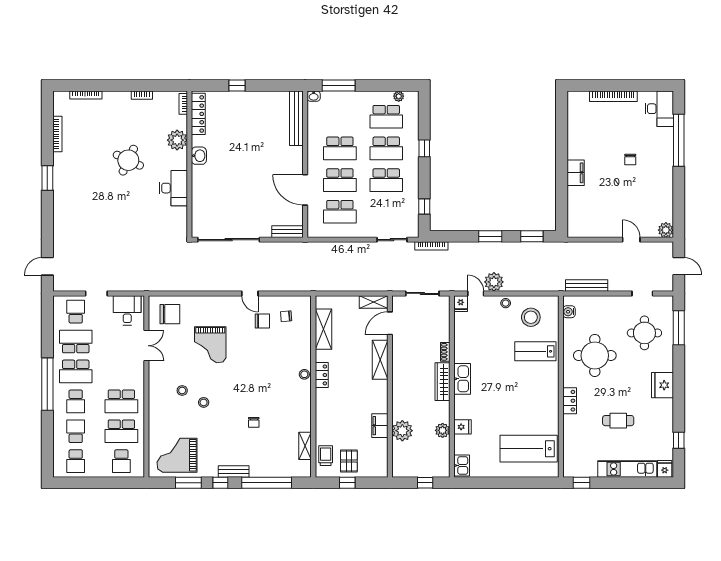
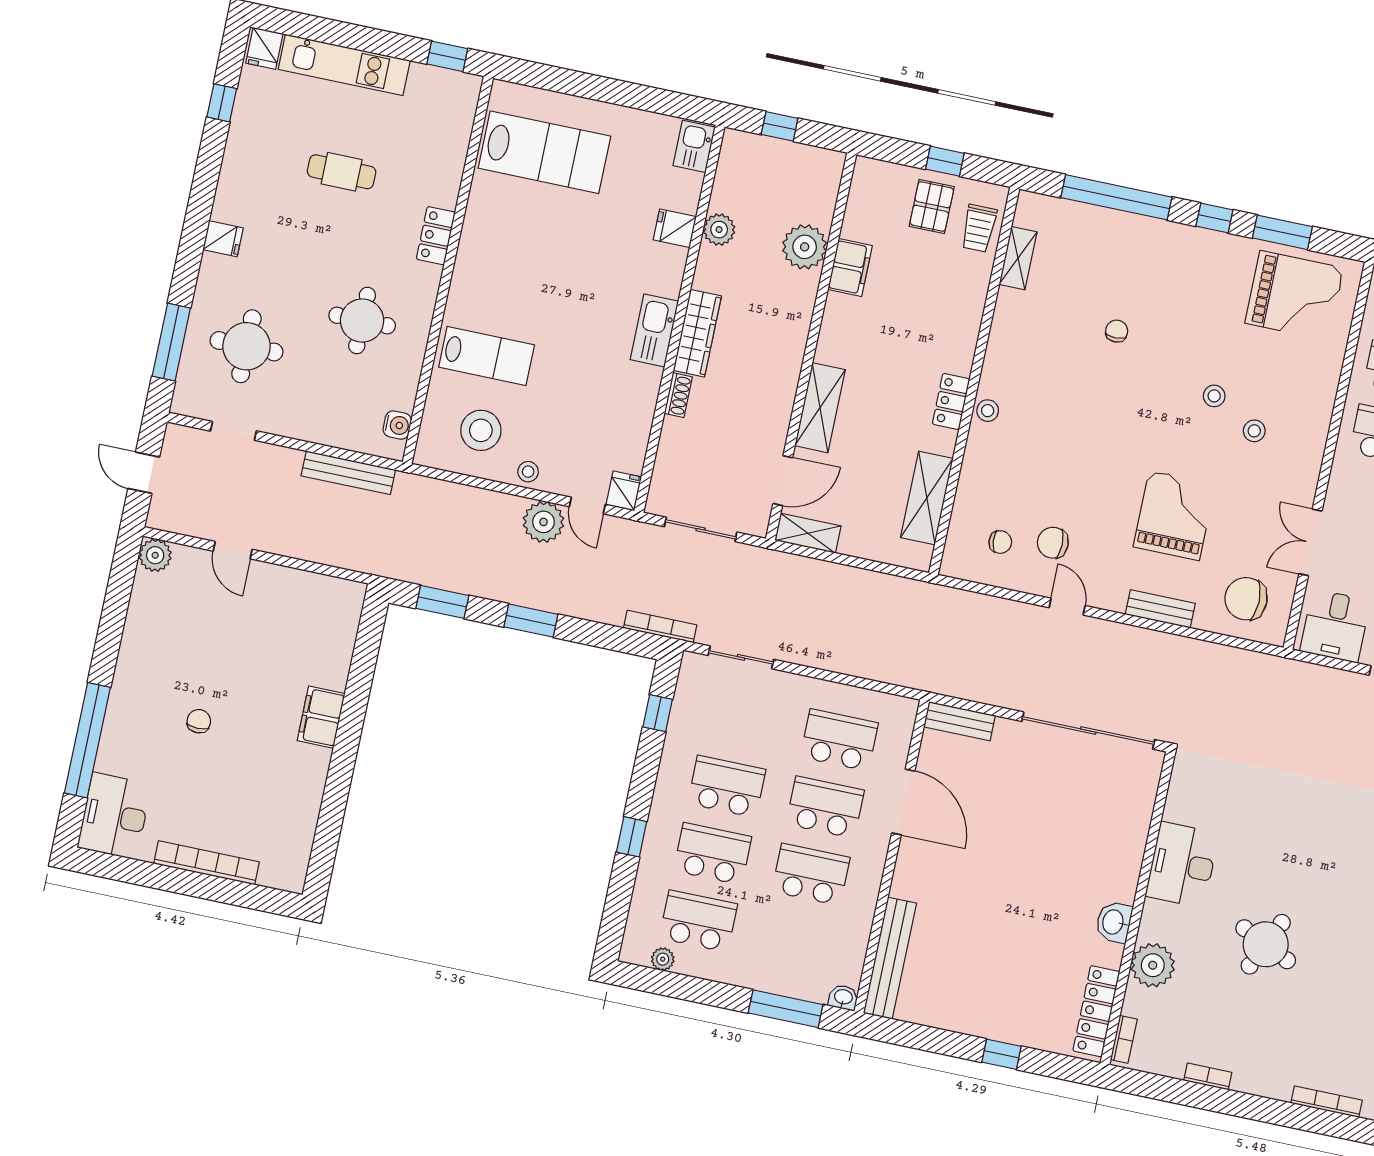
round table: (595, 355) -> (362, 321), width x0.73, depth x0.73
fridge: (662, 385) -> (223, 239), width x0.53, depth x0.75
bench: (234, 471) -> (1160, 609), moved

